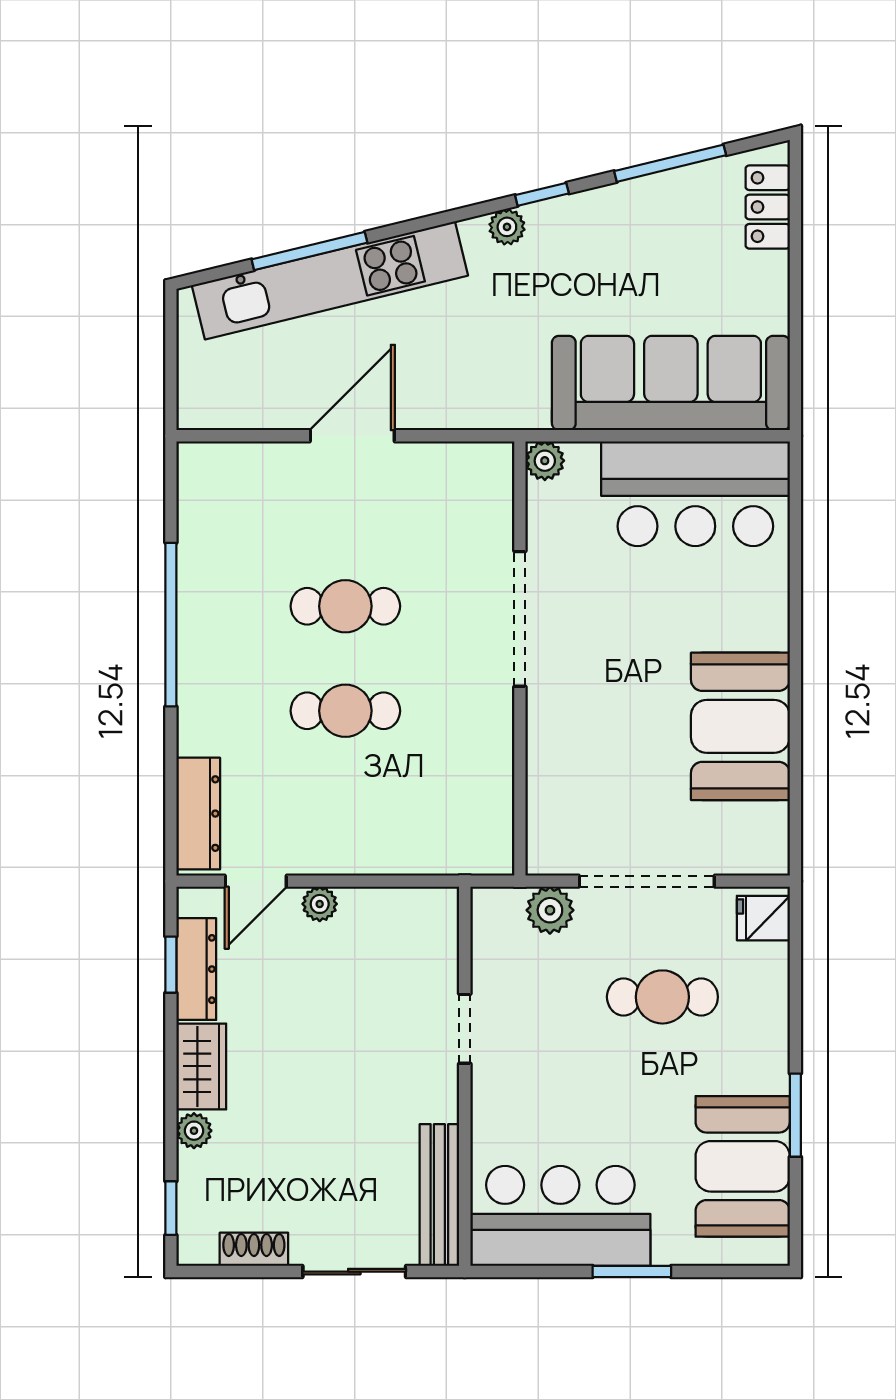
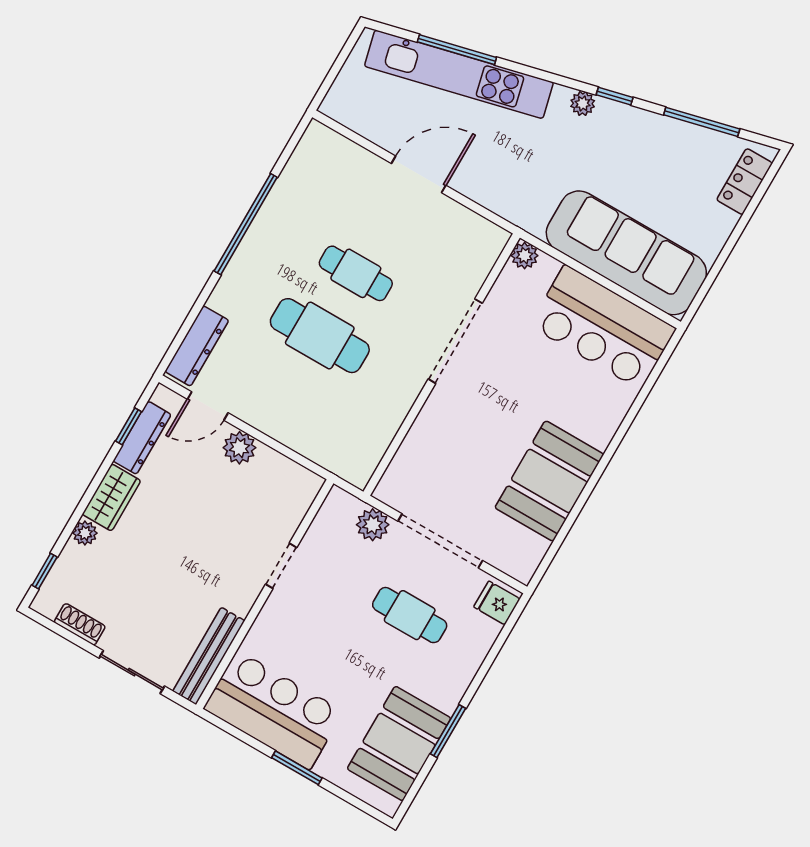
cafe table: (345, 711) -> (320, 336), width x1.37, depth x1.35
plant: (320, 904) -> (239, 448), width x1.38, depth x1.38

